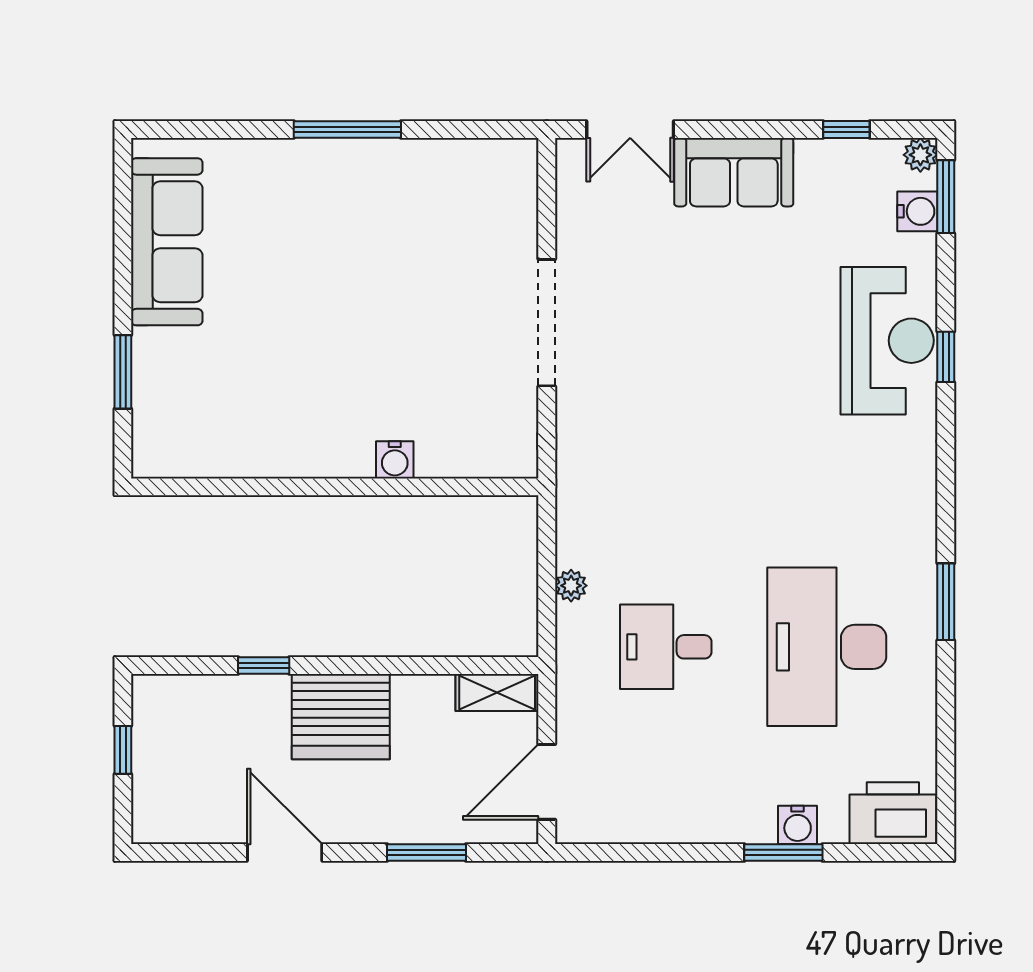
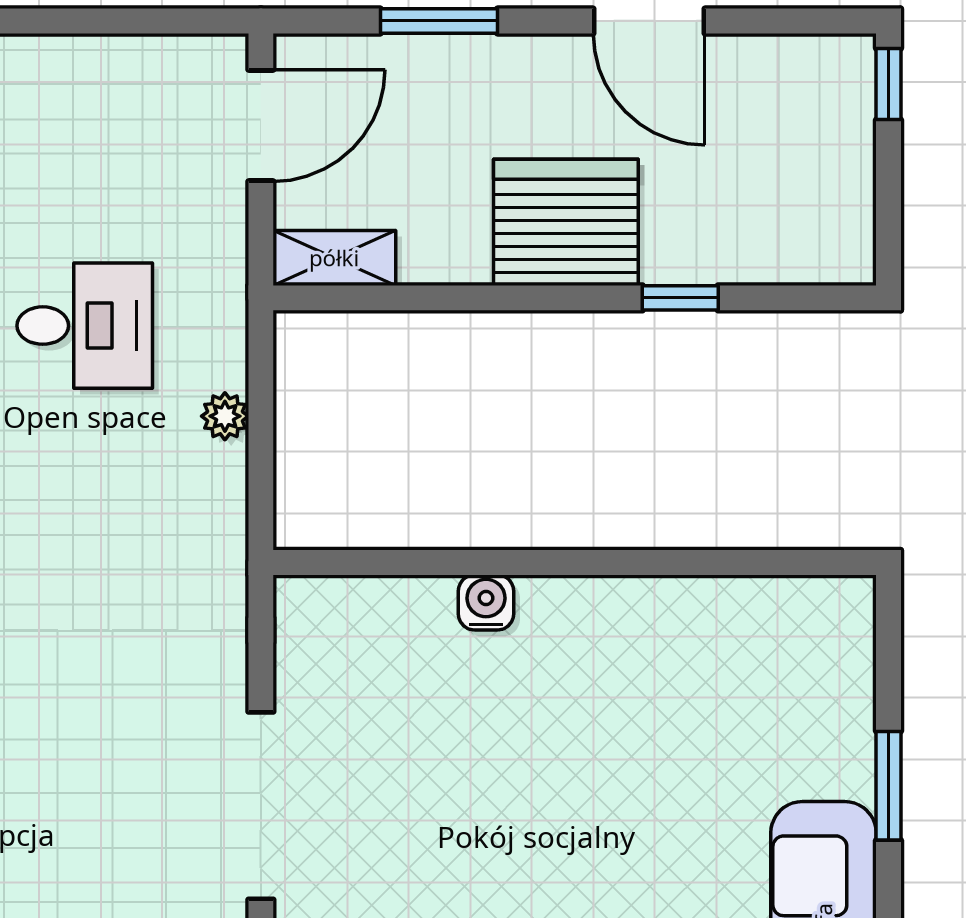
window: (123, 372) -> (889, 786), moved
window: (123, 750) -> (889, 84), moved

